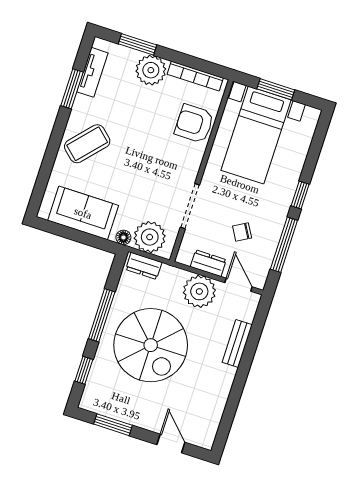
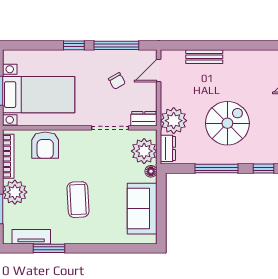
coffee table: (87, 144) -> (78, 200), moved, turned 45
dresser: (208, 263) -> (144, 119), moved, turned 90
plant: (199, 291) -> (174, 121), moved
spiral stairs: (151, 345) -> (227, 123), width x0.73, depth x0.73

